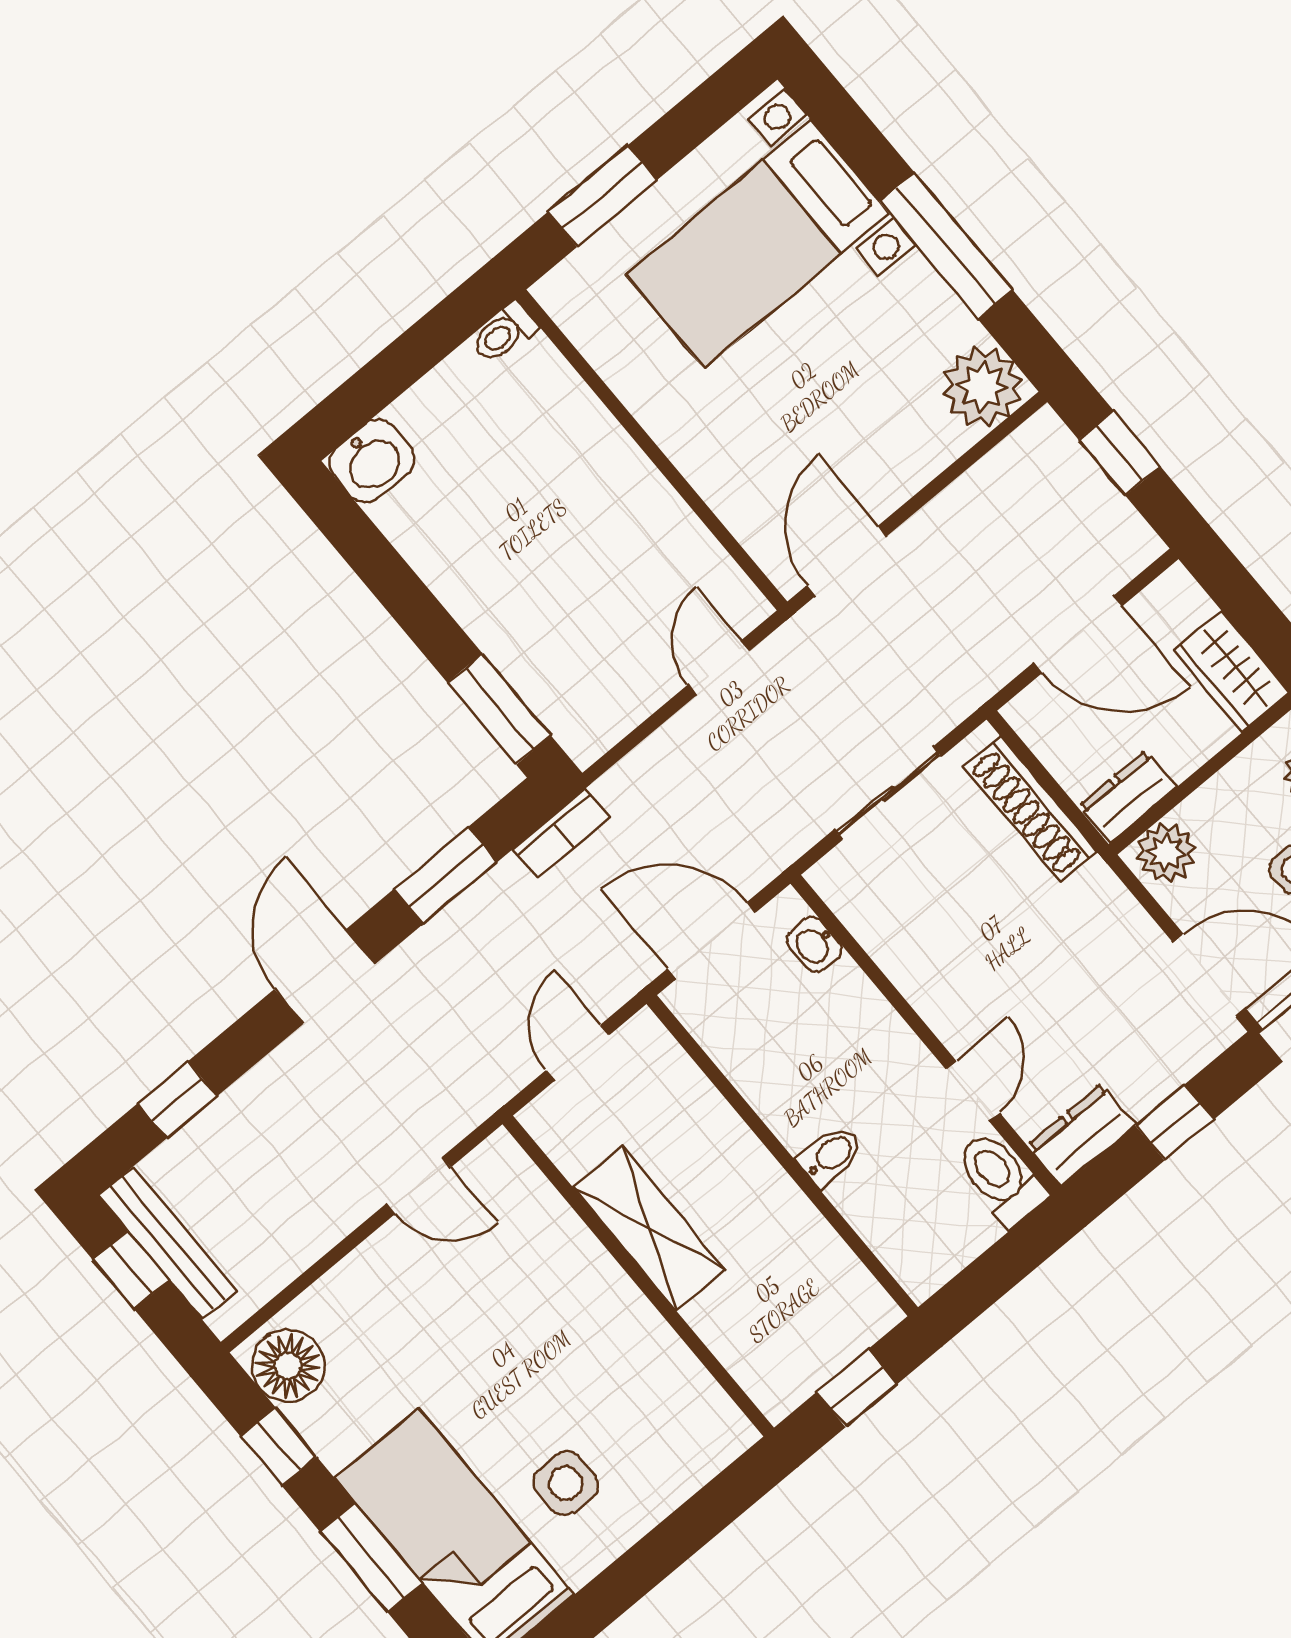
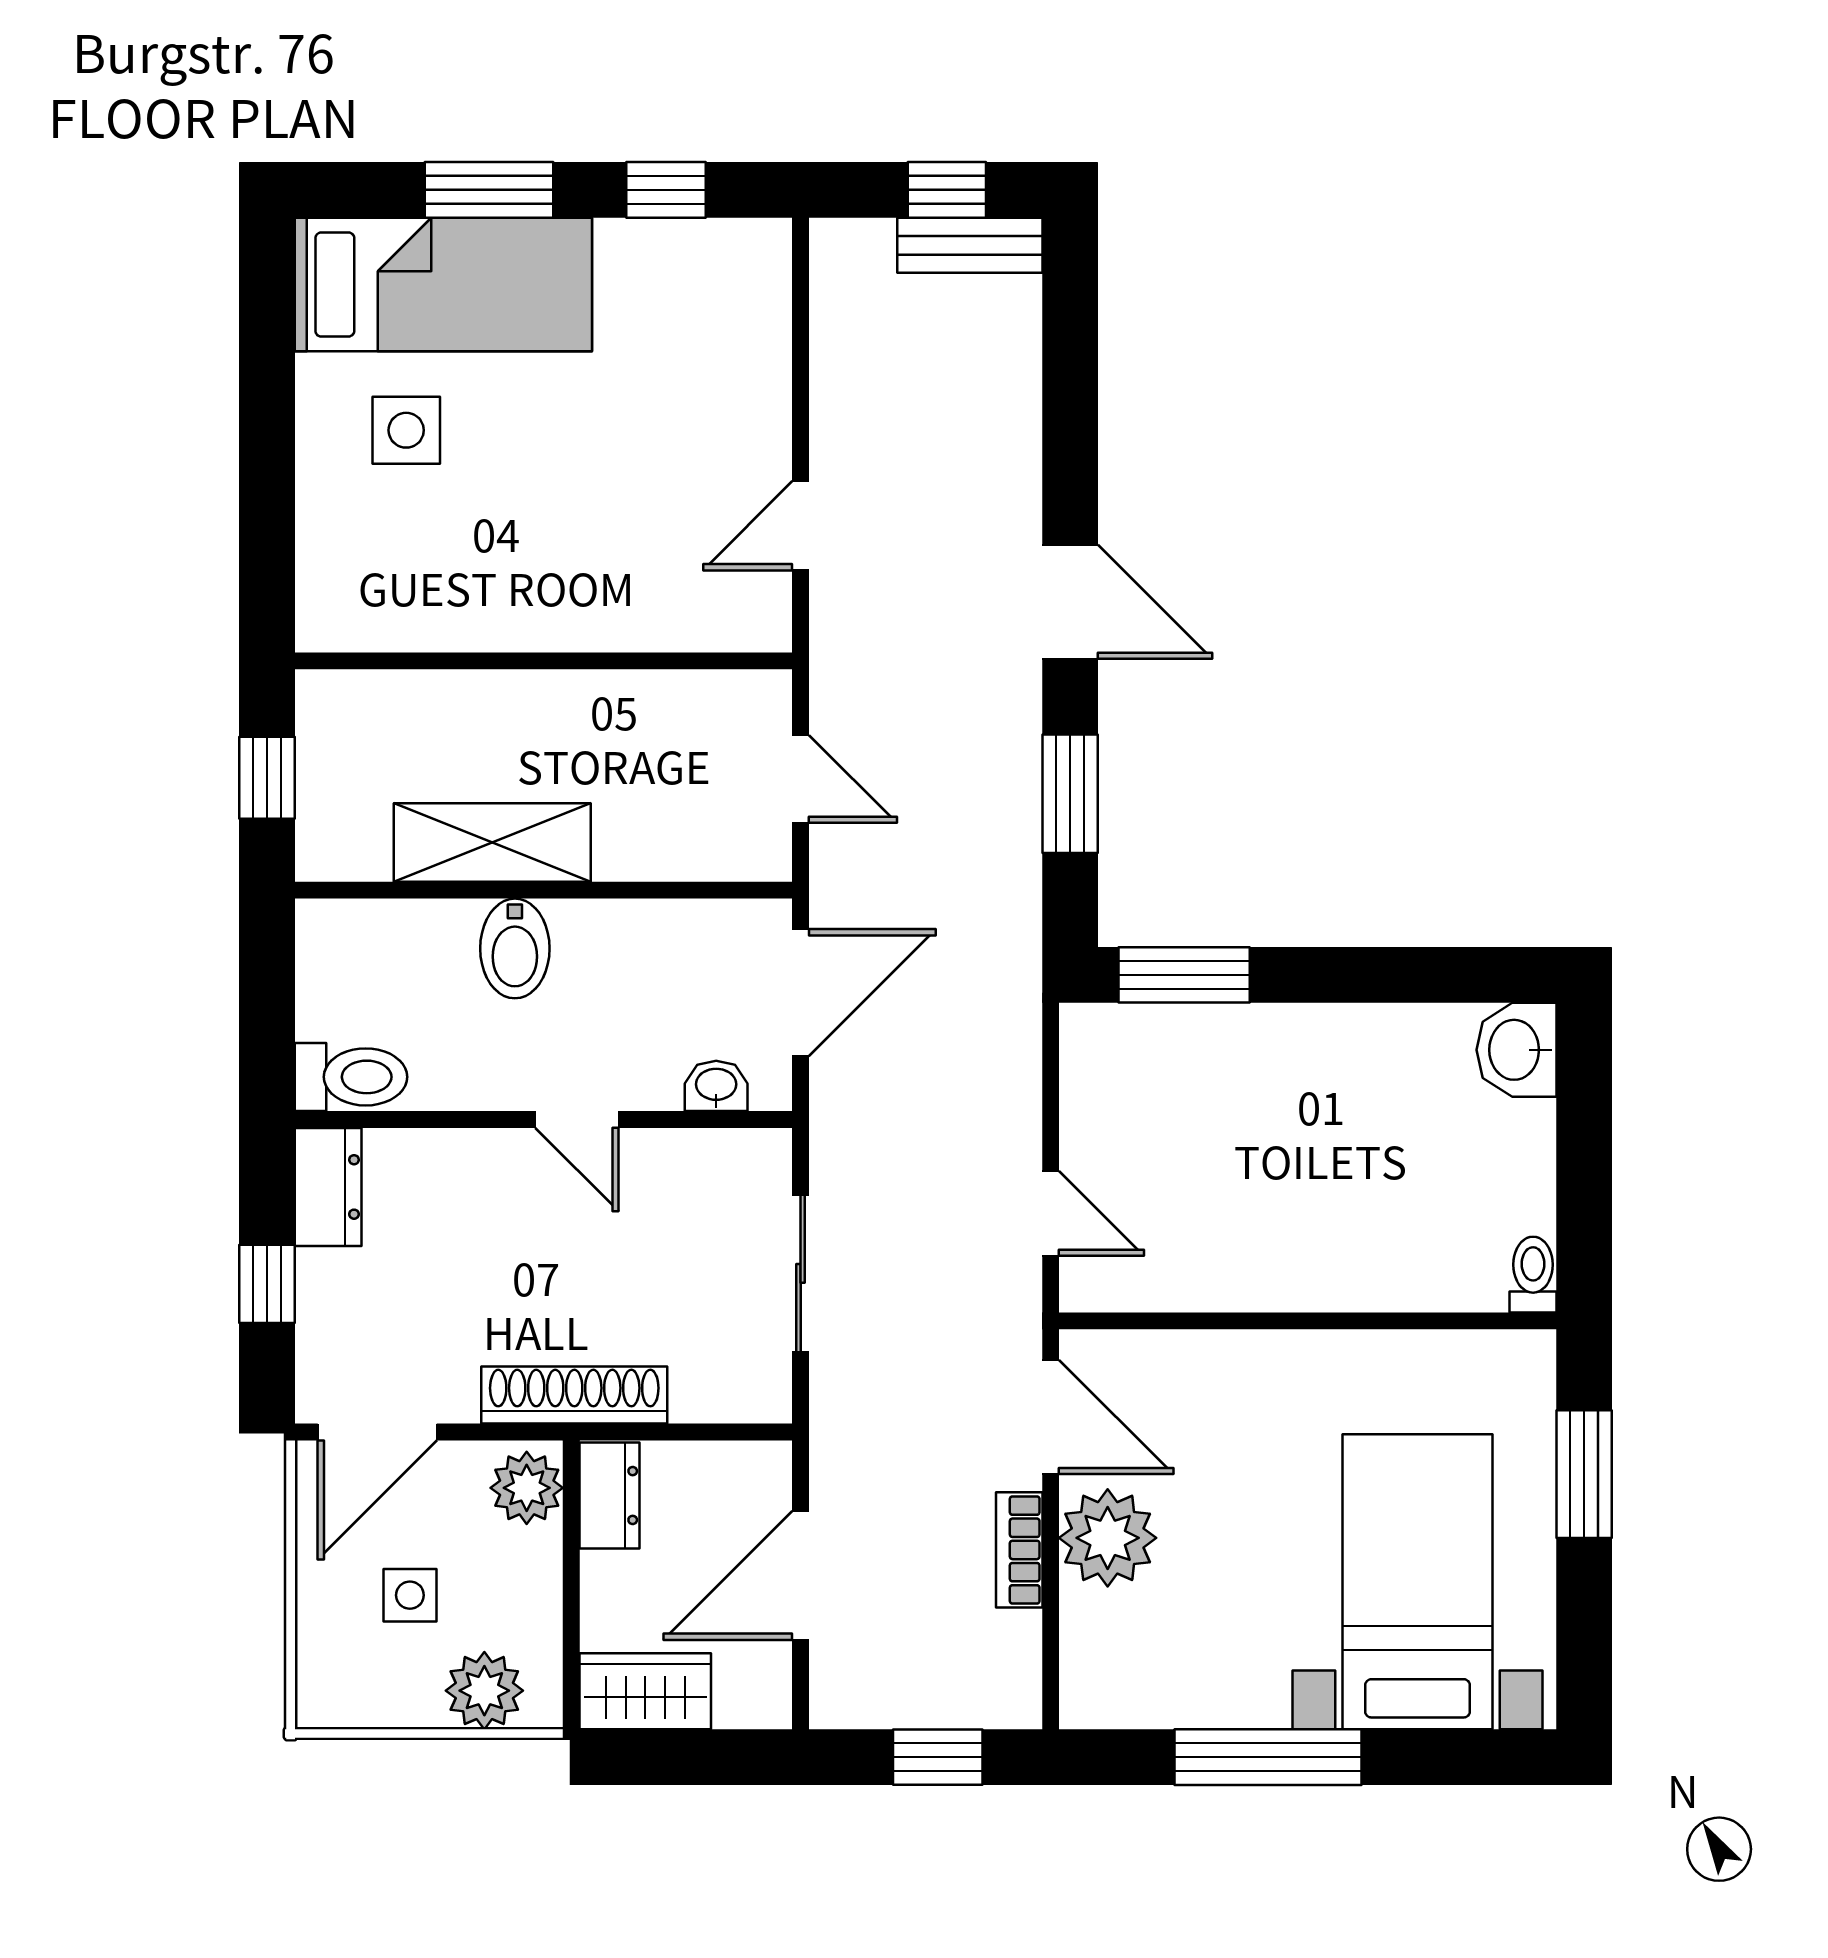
plant: (982, 387) -> (1108, 1538), moved
shoe rack: (1031, 809) -> (574, 1395), moved
bookcase: (561, 833) -> (1019, 1550), moved
door: (973, 1091) -> (577, 1119), moved
window: (177, 1100) -> (1070, 367), removed
bidet: (831, 1156) -> (515, 948), width x1.38, depth x1.36
shelving: (649, 1228) -> (492, 842), moved
bench: (167, 1243) -> (970, 245), width x0.73
floor lamp: (288, 1366) -> (734, 262), removed

